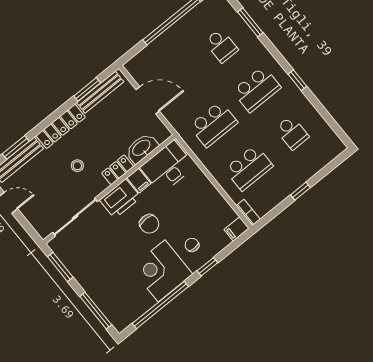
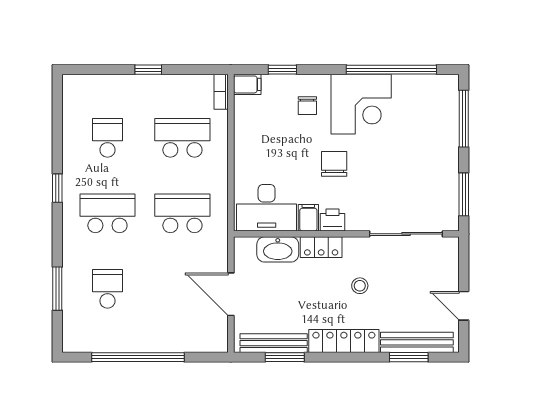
printer: (120, 199) -> (332, 220), width x0.53, depth x0.68
window: (207, 267) -> (282, 70), moved

